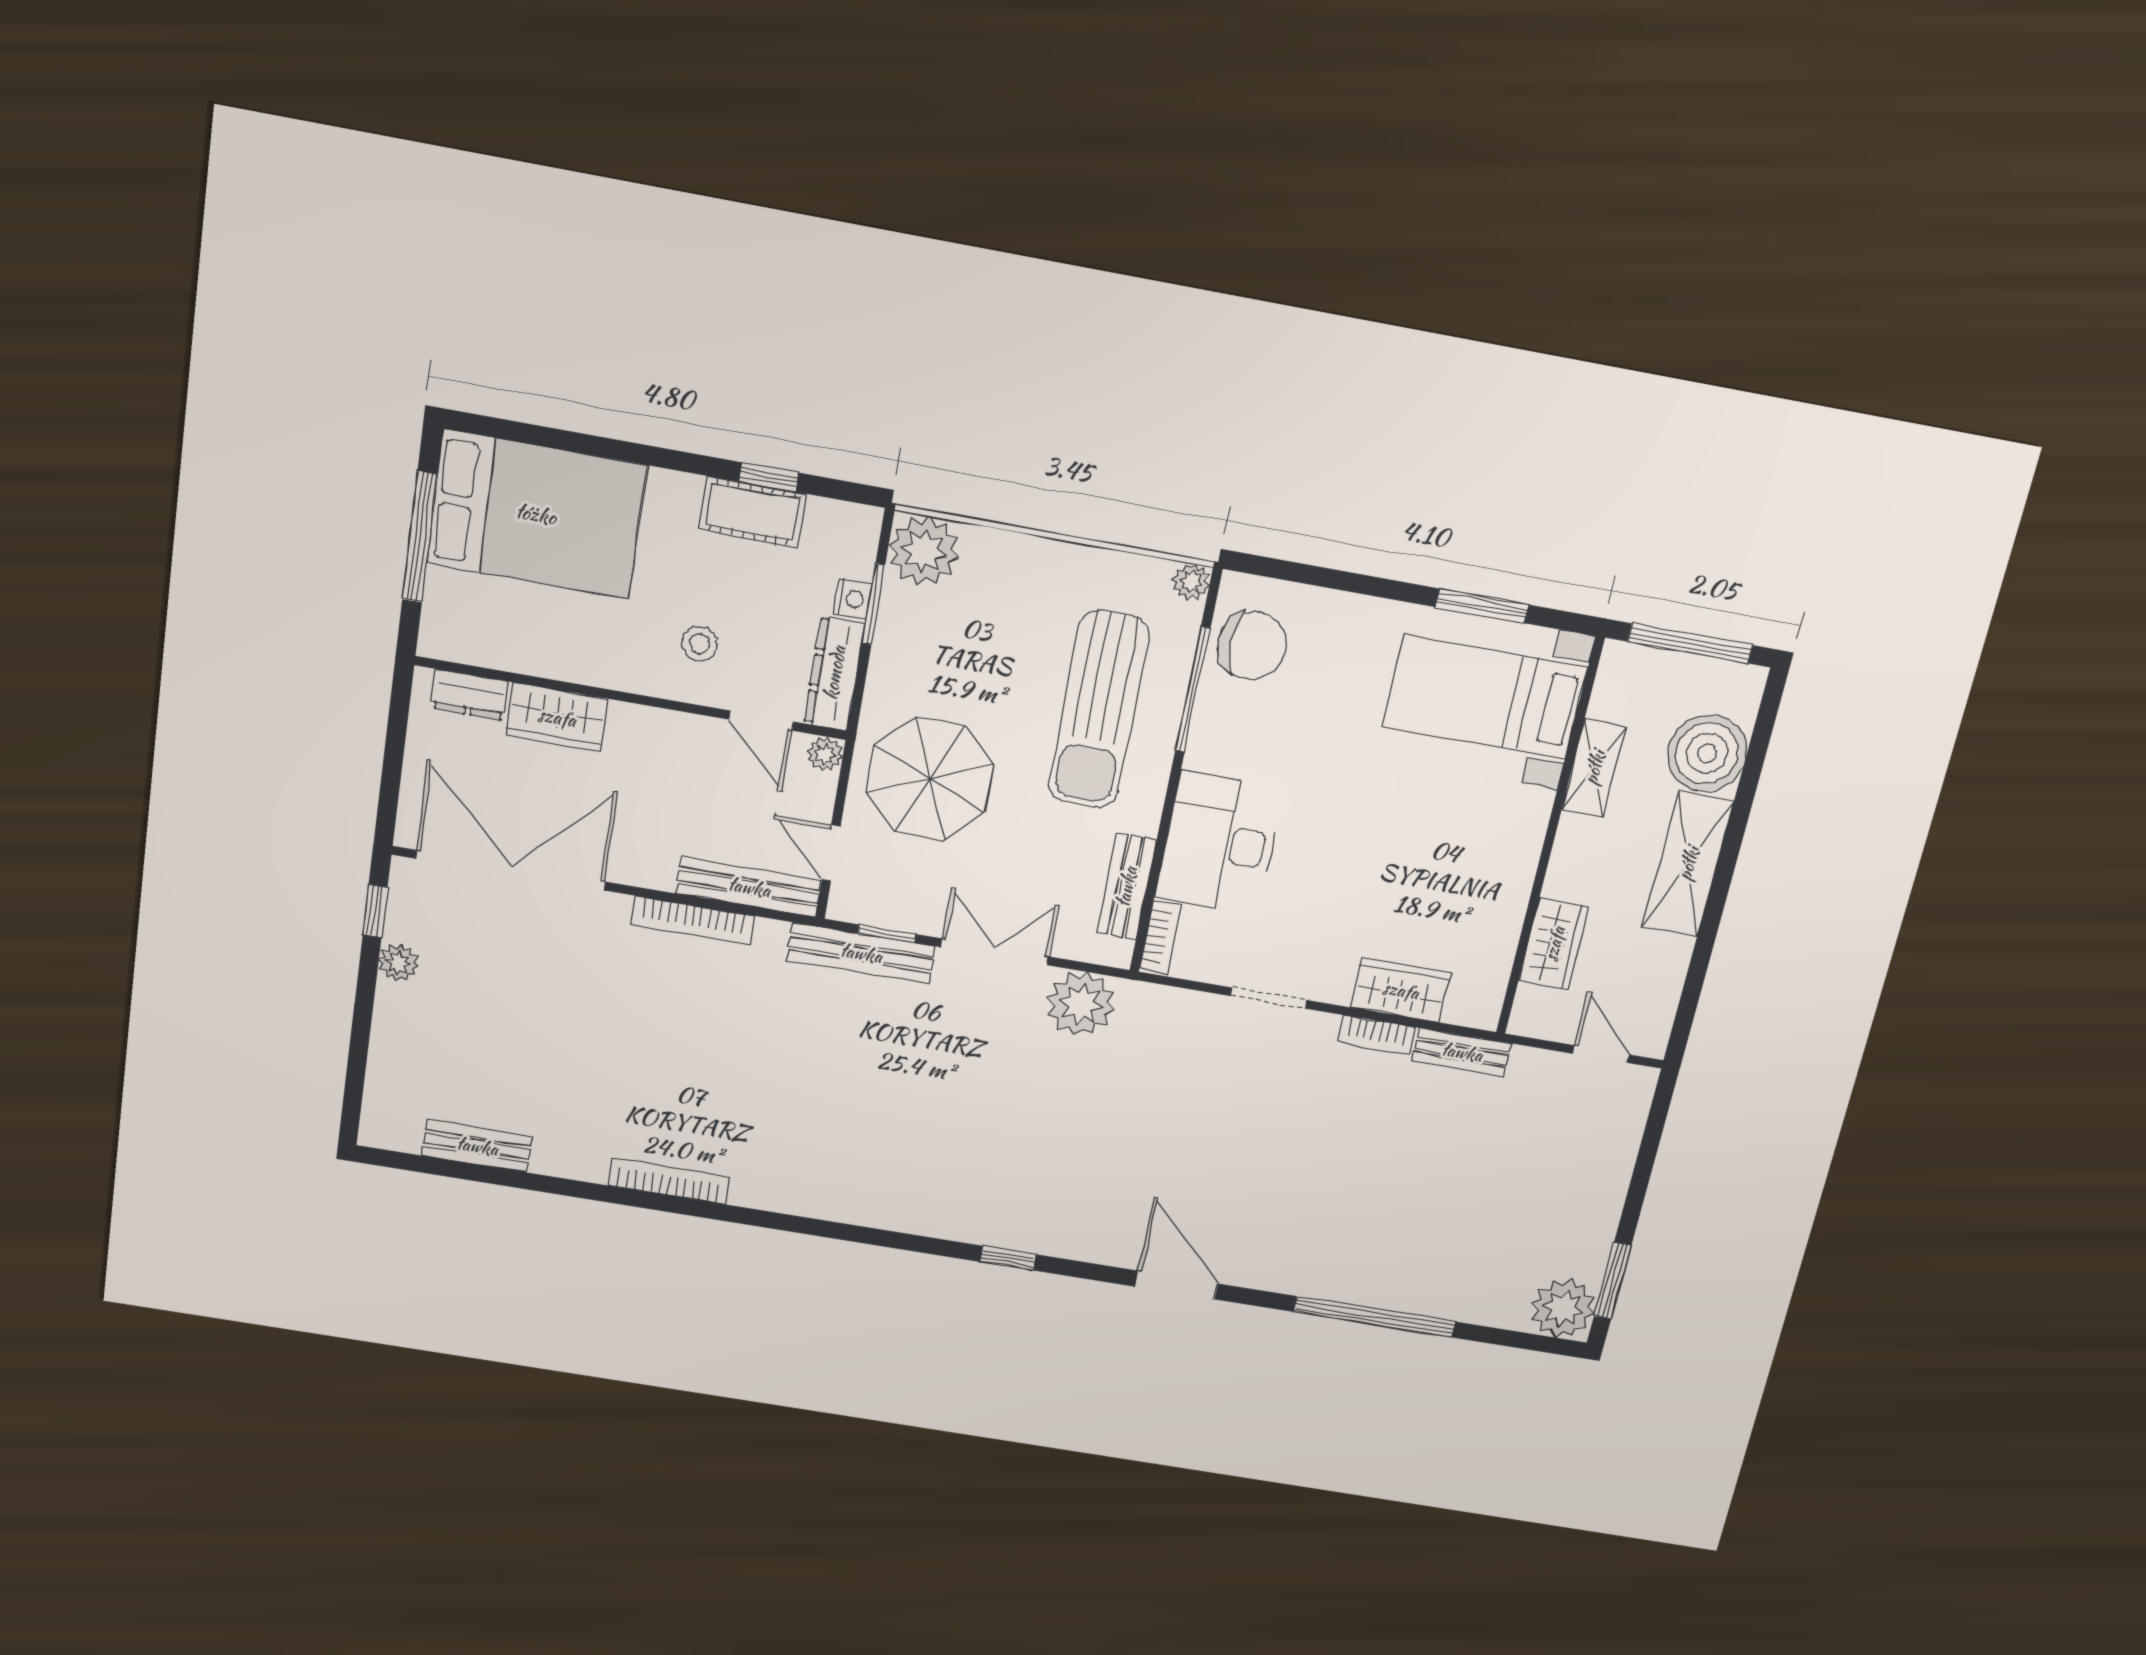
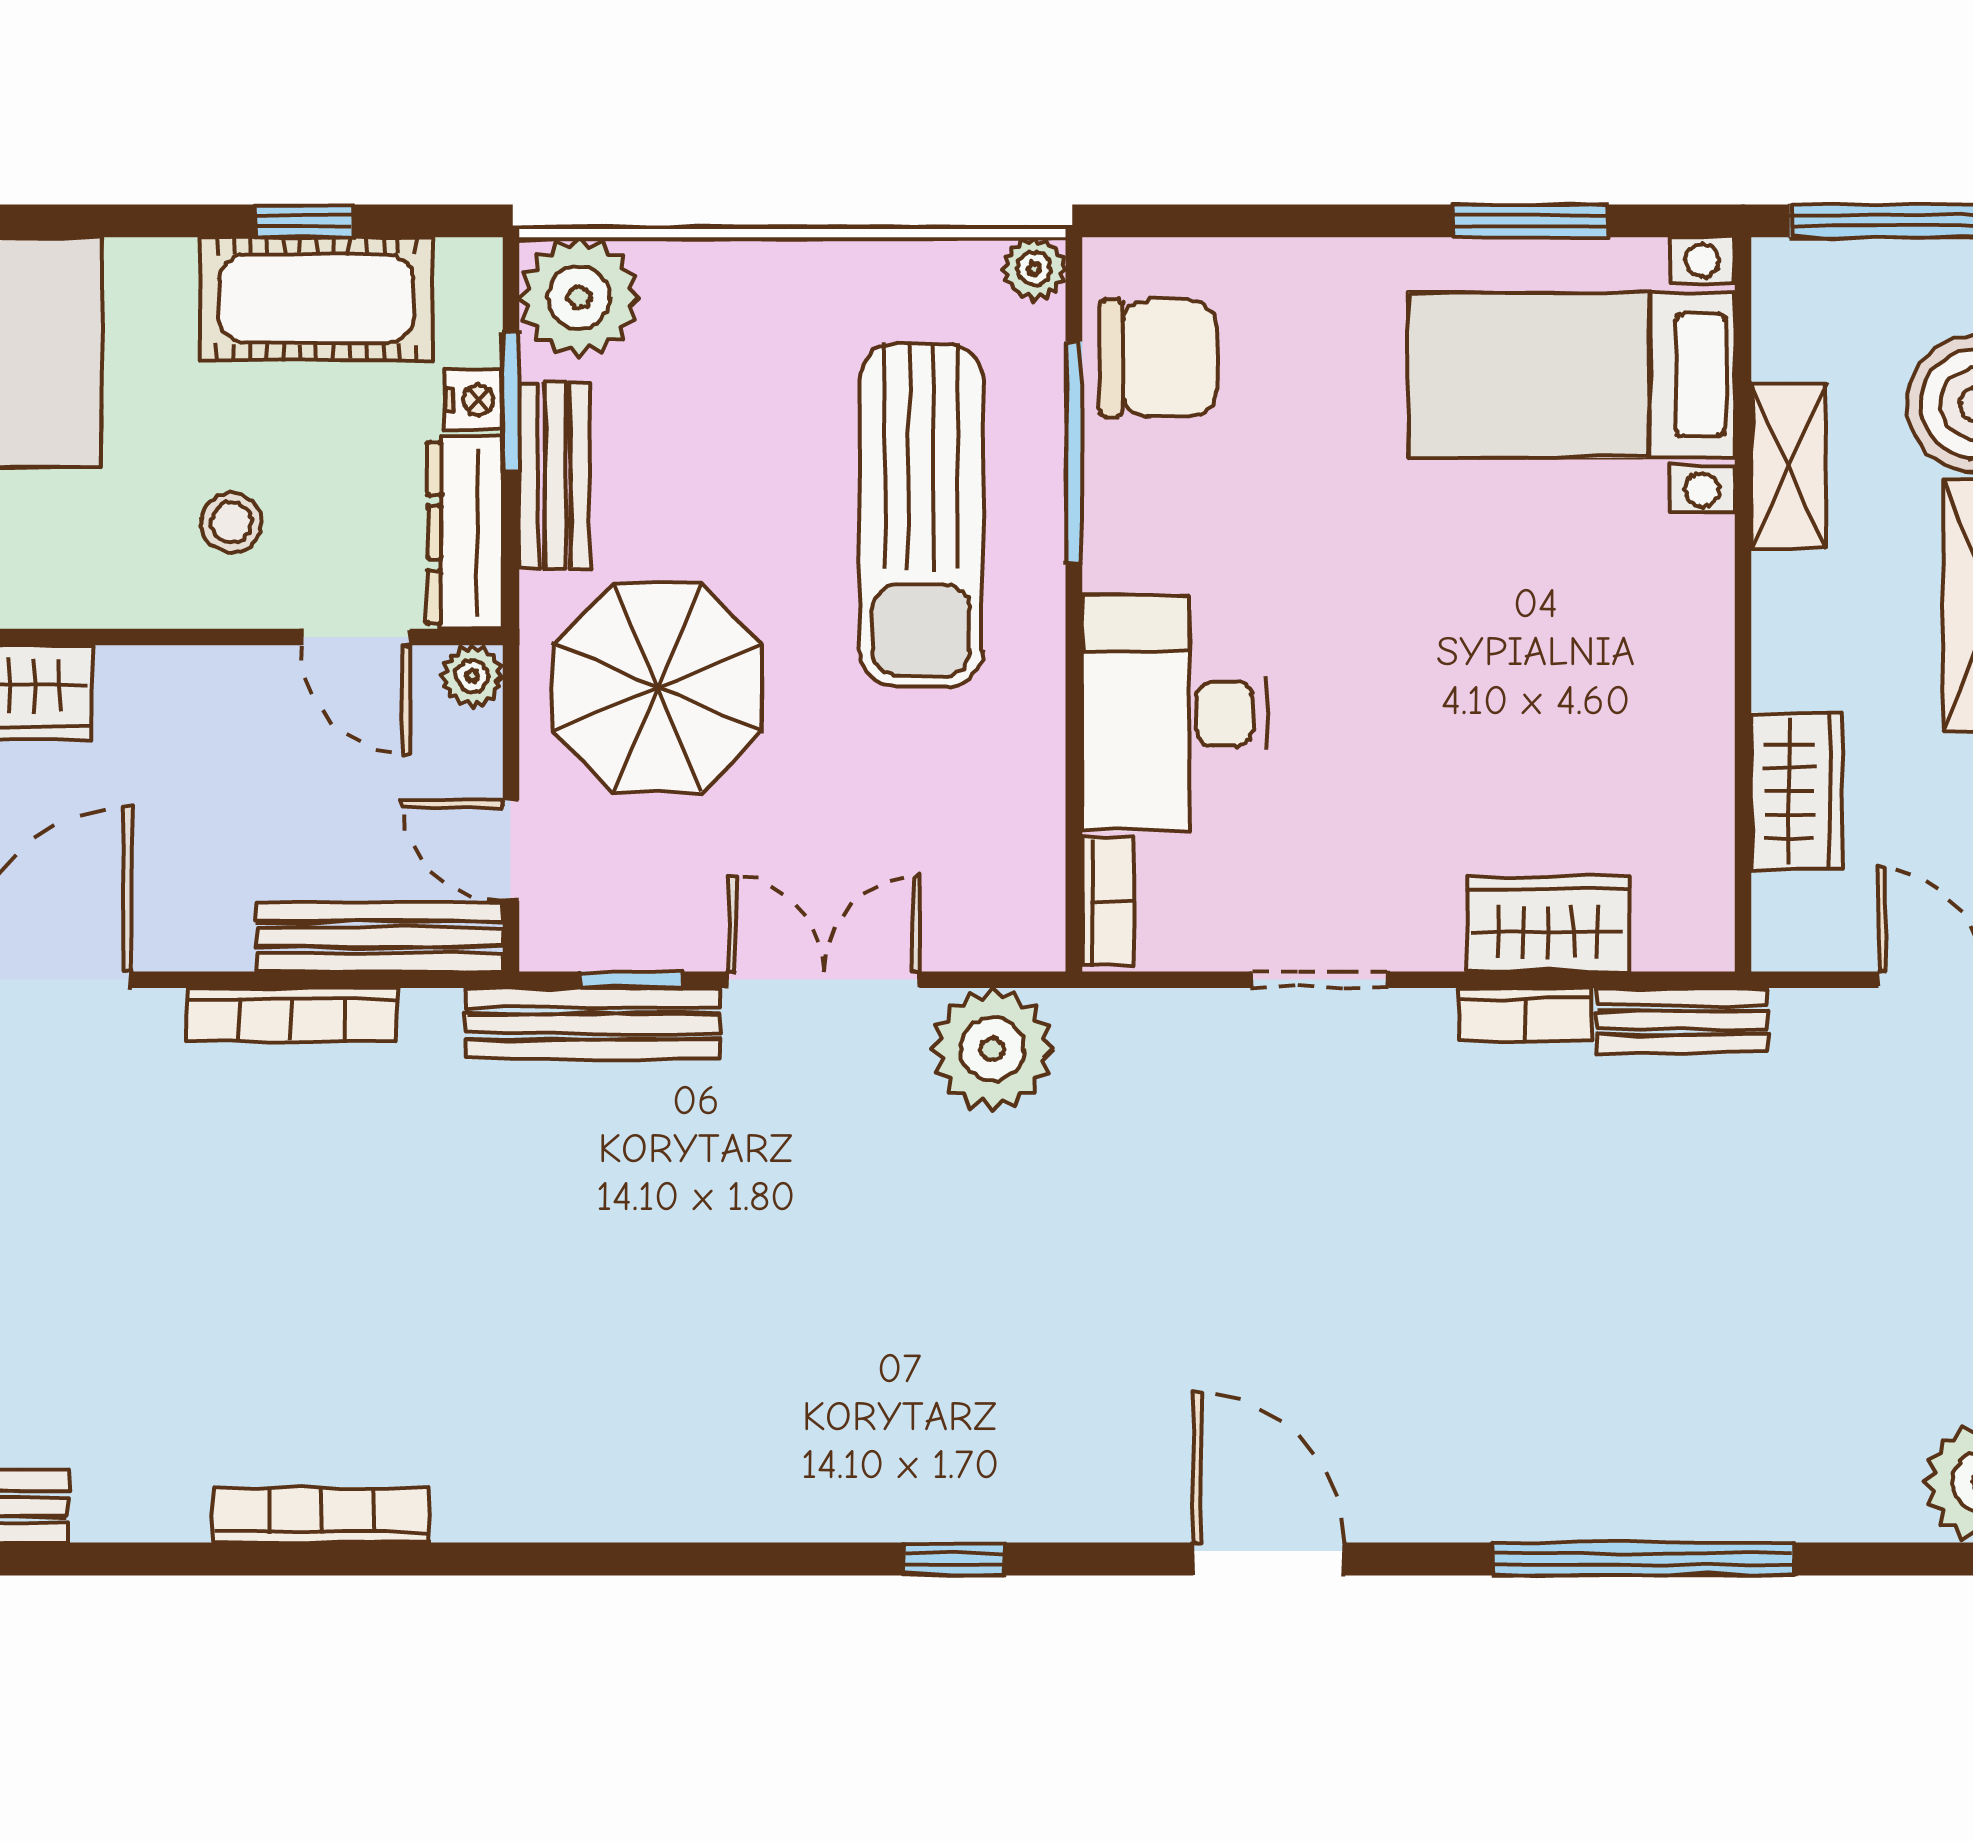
cot: (752, 512) -> (317, 299), width x1.37, depth x1.34
bench: (1126, 887) -> (555, 475), moved

